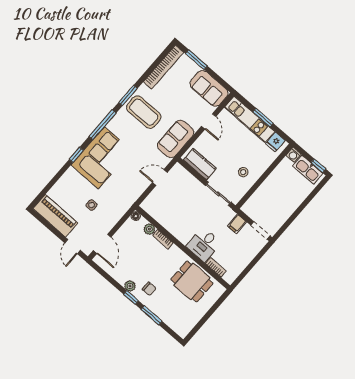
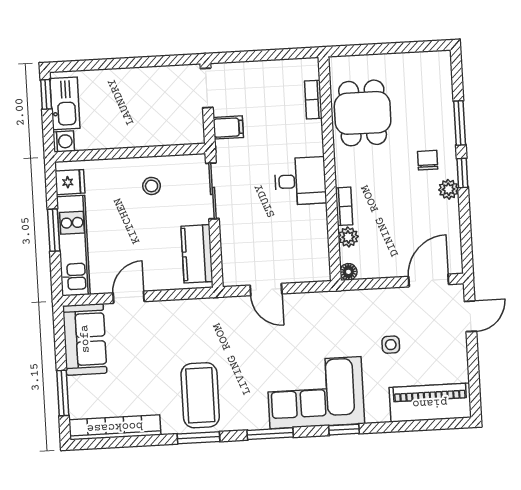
window: (102, 125) -> (270, 434), width x0.69
sofa: (176, 139) -> (195, 318), removed
piano: (55, 216) -> (430, 403), moved, turned 90
desk: (204, 245) -> (300, 181), moved

